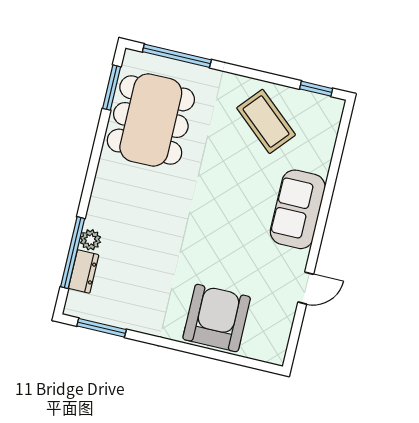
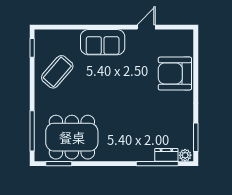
plant: (90, 240) -> (185, 155), moved
door: (306, 288) -> (146, 27), hinge flipped

